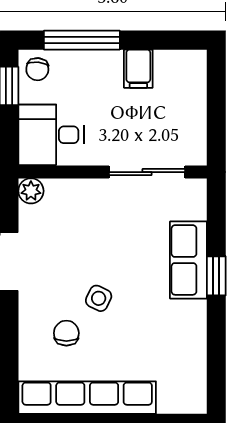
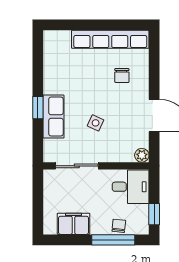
chair: (37, 69) -> (119, 226), moved
filing cabinet: (138, 69) -> (73, 224), width x2.00
side table: (99, 298) -> (96, 123), moved

